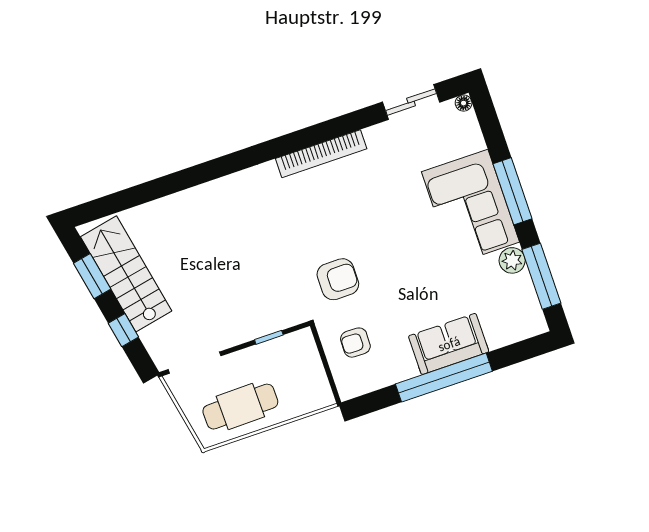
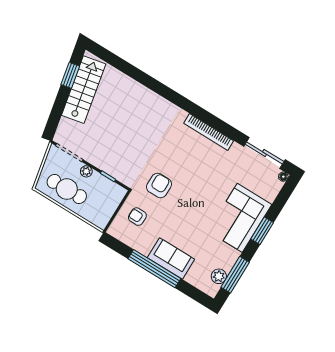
sliding door: (411, 102) -> (265, 153), width x1.37
window: (513, 191) -> (262, 231), width x0.69
plant: (512, 260) -> (219, 276), moved
armchair: (338, 279) -> (159, 186), turned -90
window: (123, 330) -> (58, 109), removed
plant: (238, 361) -> (86, 171), added

